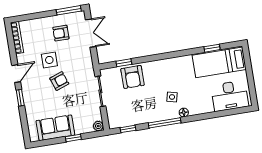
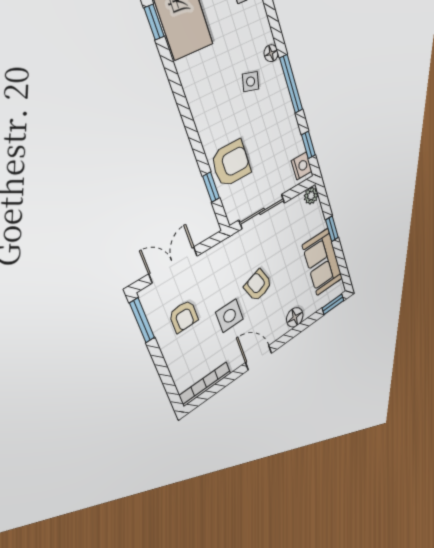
window: (20, 98) -> (333, 304), moved
floor lamp: (30, 102) -> (295, 317), added
nightstand: (117, 122) -> (302, 166), added

